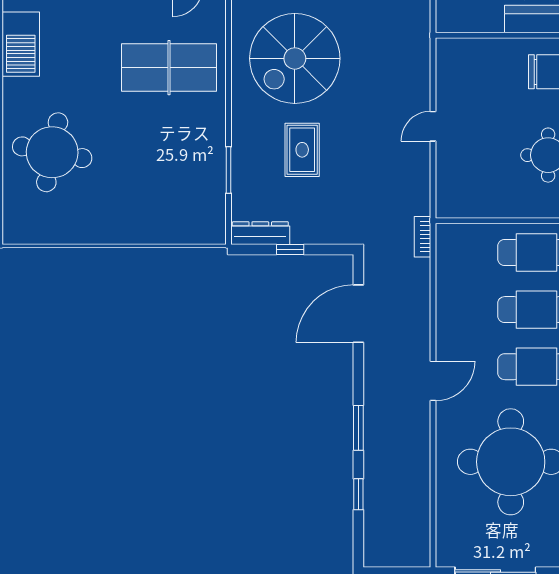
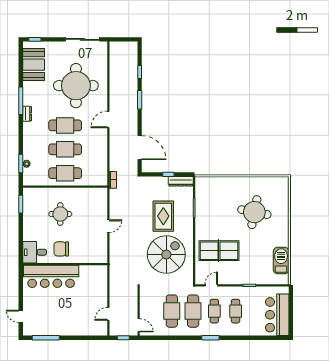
rug: (302, 150) -> (163, 216), width x1.36, depth x1.43
round table: (52, 152) -> (254, 212), moved
door: (358, 314) -> (140, 148), hinge flipped

